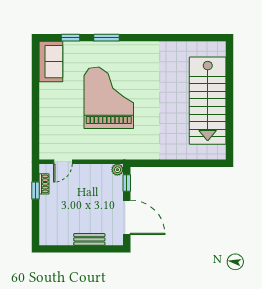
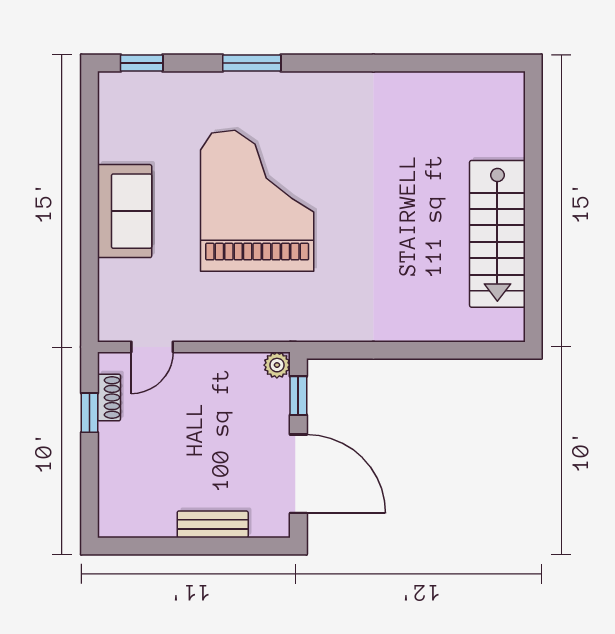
window: (70, 38) -> (142, 63), moved
sofa: (51, 62) -> (125, 211), moved
stairs: (208, 101) -> (497, 234), width x0.73, depth x0.66

